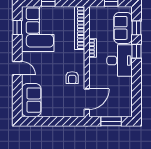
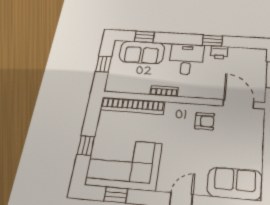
window: (136, 51) -> (212, 41), moved
desk: (120, 60) -> (186, 59), width x0.73
printer: (127, 83) -> (219, 52), added

